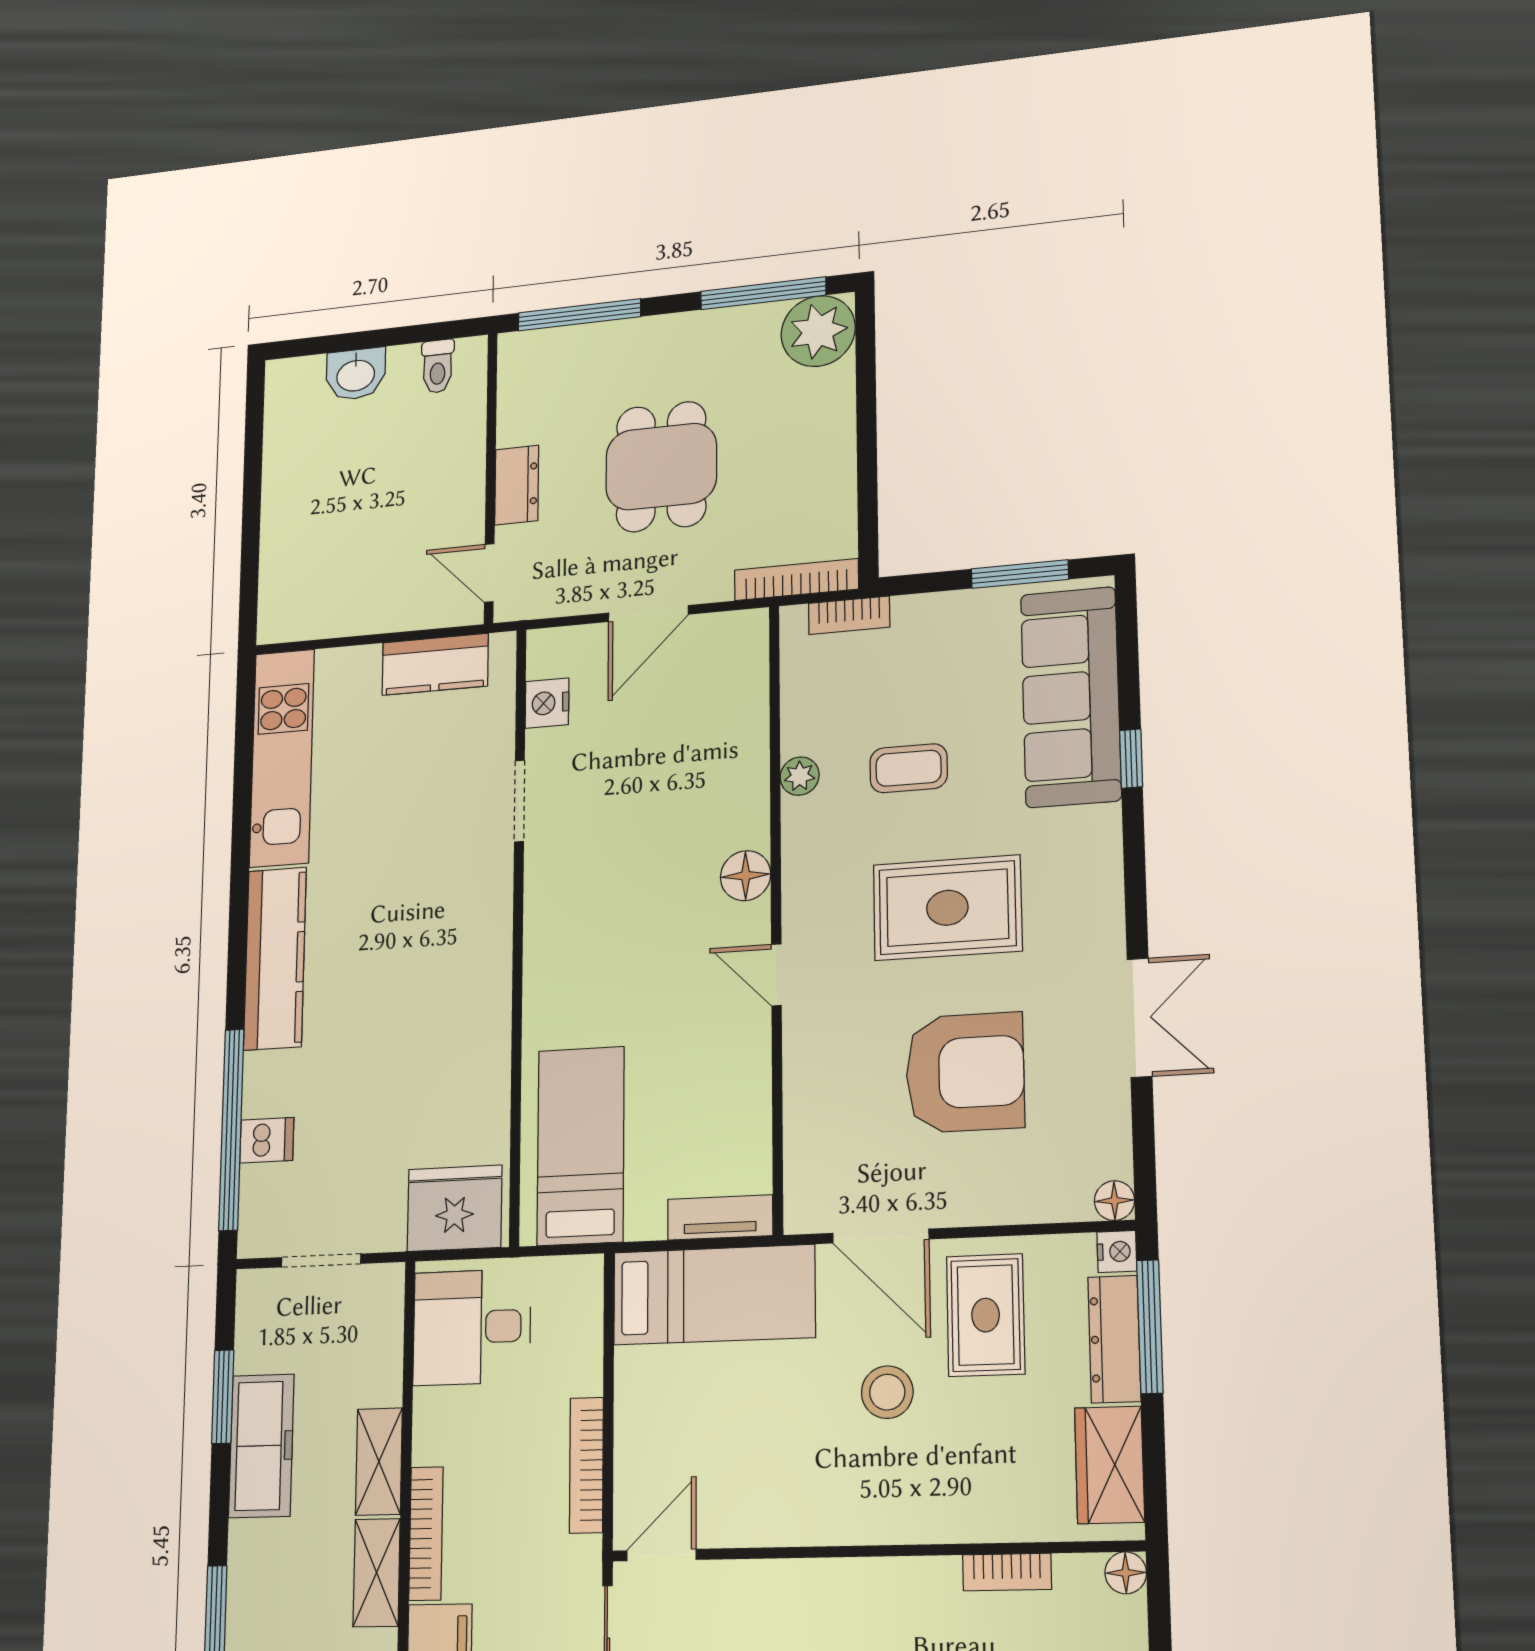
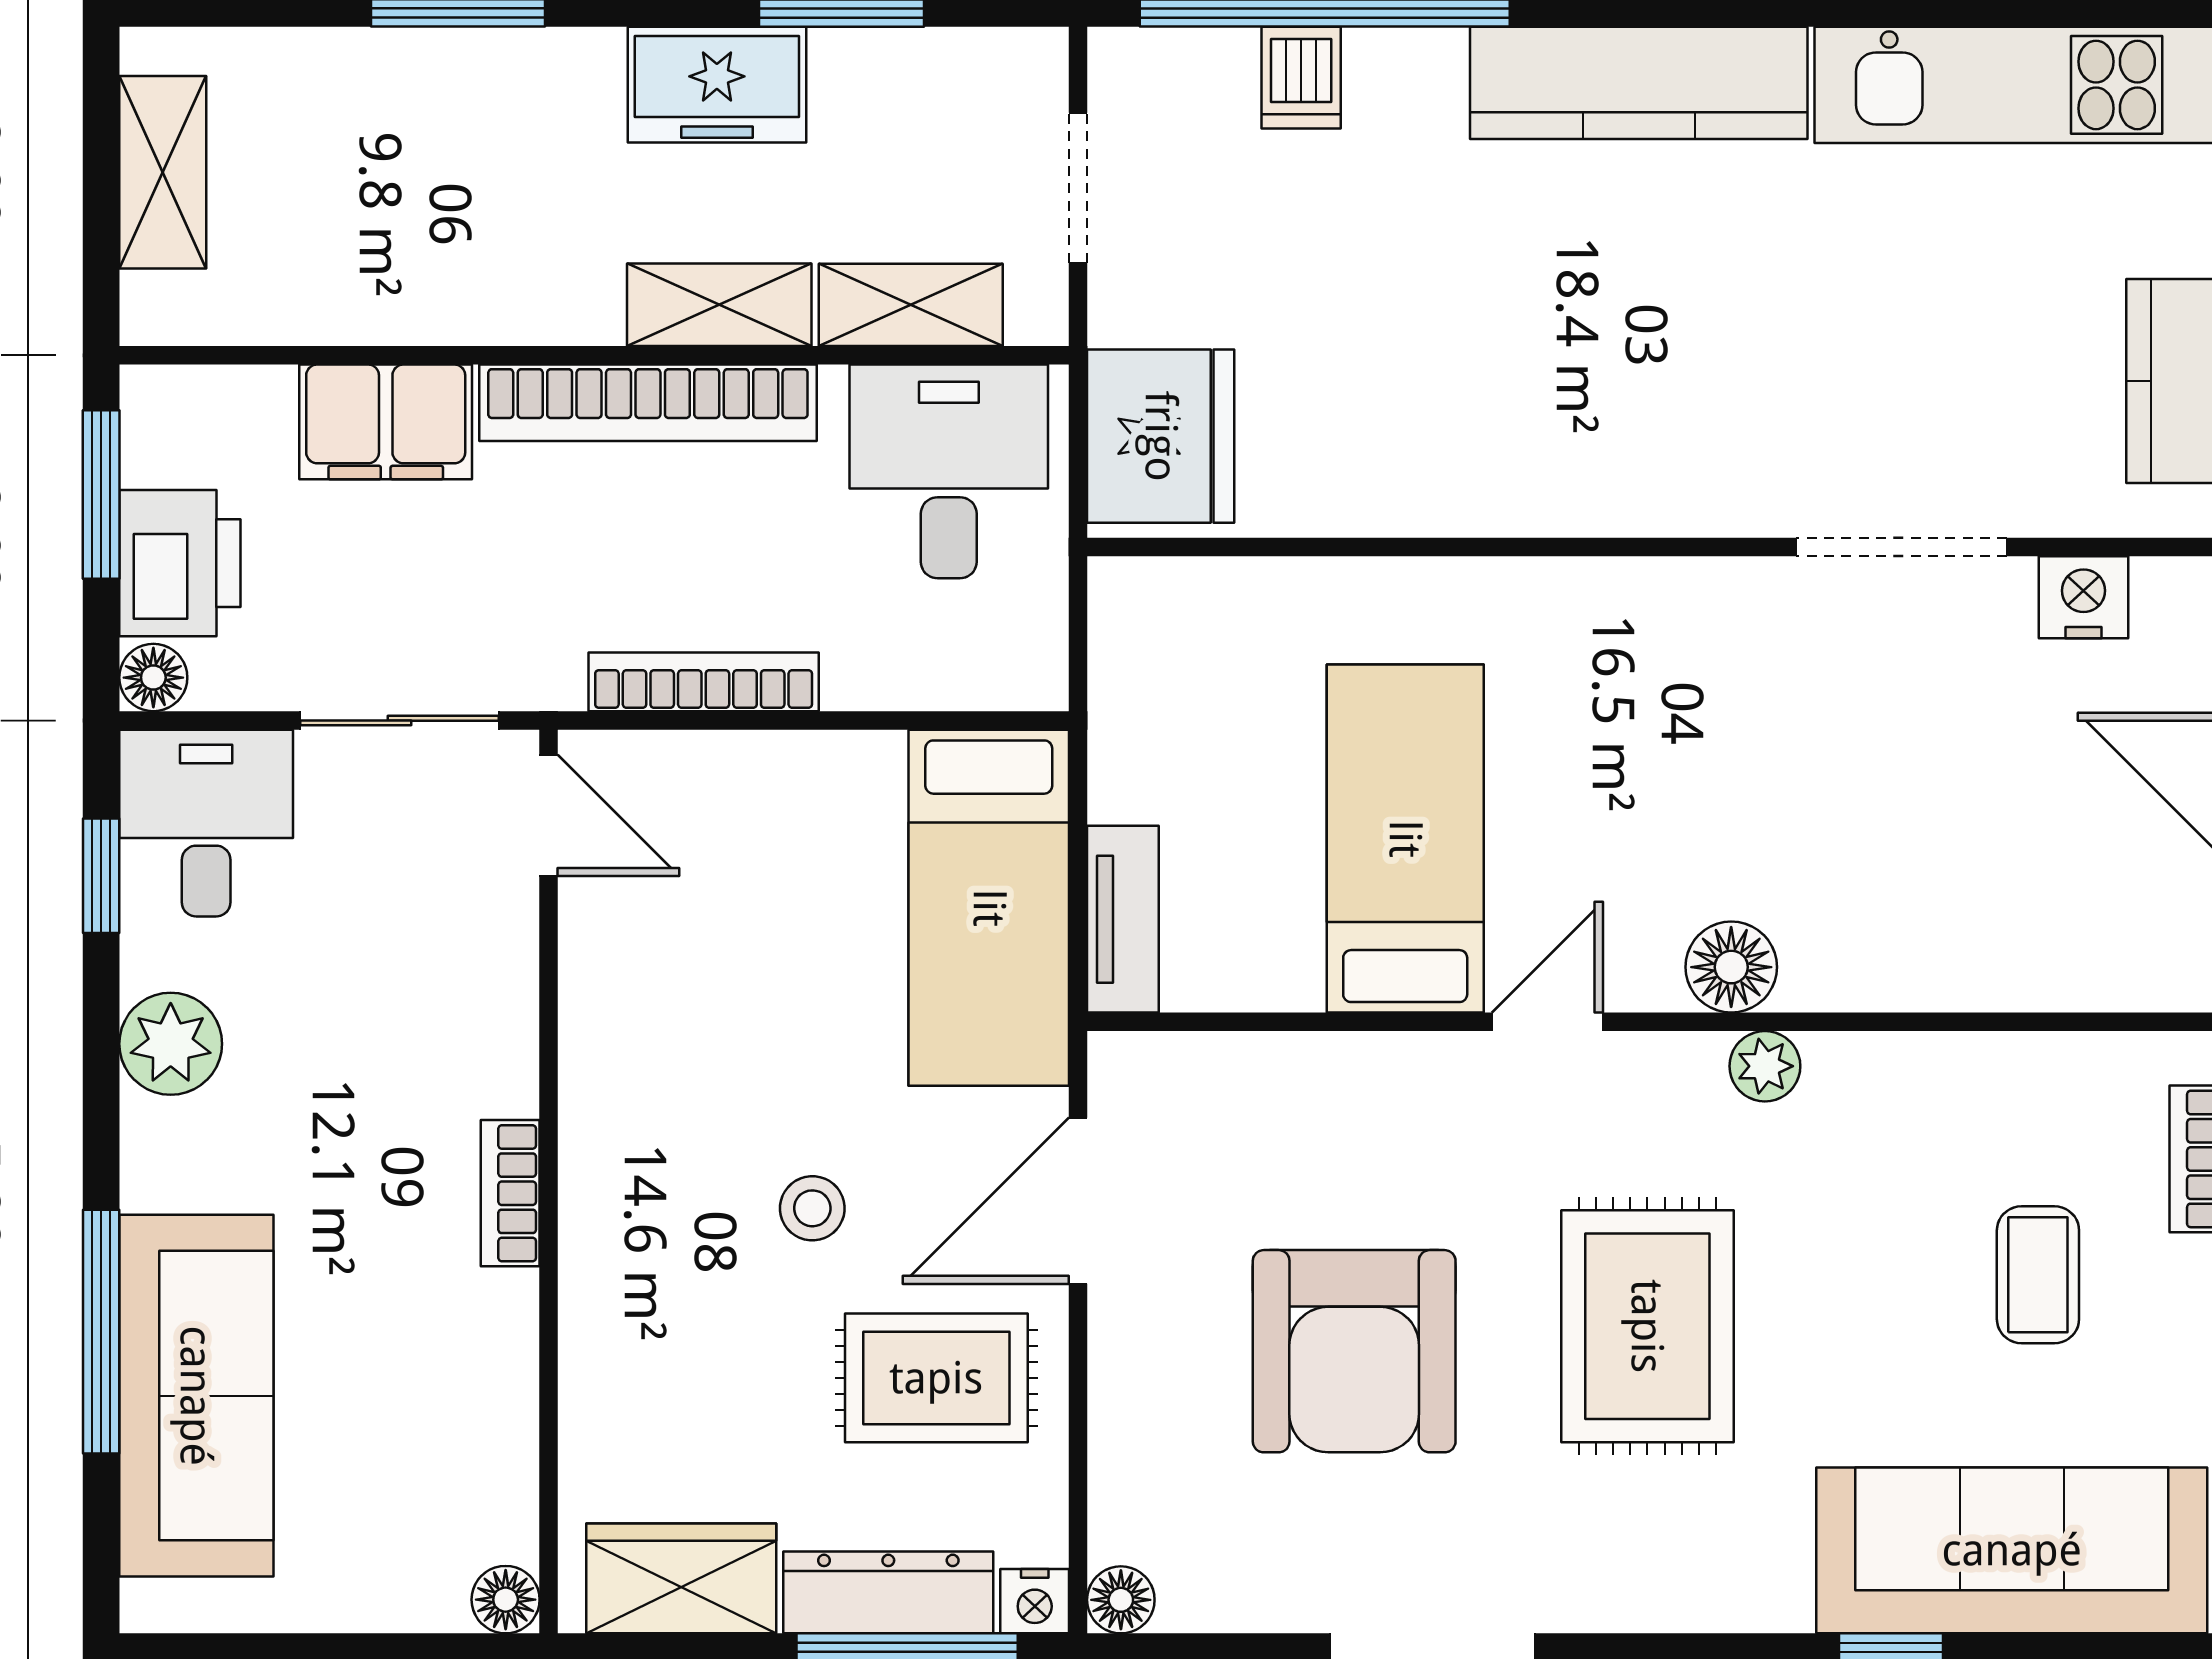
coffee table: (909, 768) -> (2038, 1275), moved
plant: (800, 776) -> (1765, 1066), moved
doorway: (519, 801) -> (1902, 547), width x1.38
bed: (581, 1146) -> (1405, 839), moved, turned -90
stool: (887, 1392) -> (812, 1208), width x0.73, depth x0.73
freezer: (261, 1446) -> (717, 85), width x0.71
bookcase: (426, 1534) -> (648, 403), width x1.48, depth x1.31
bookcase: (1007, 1572) -> (510, 1193), moved
shelving: (377, 1573) -> (911, 305), moved

